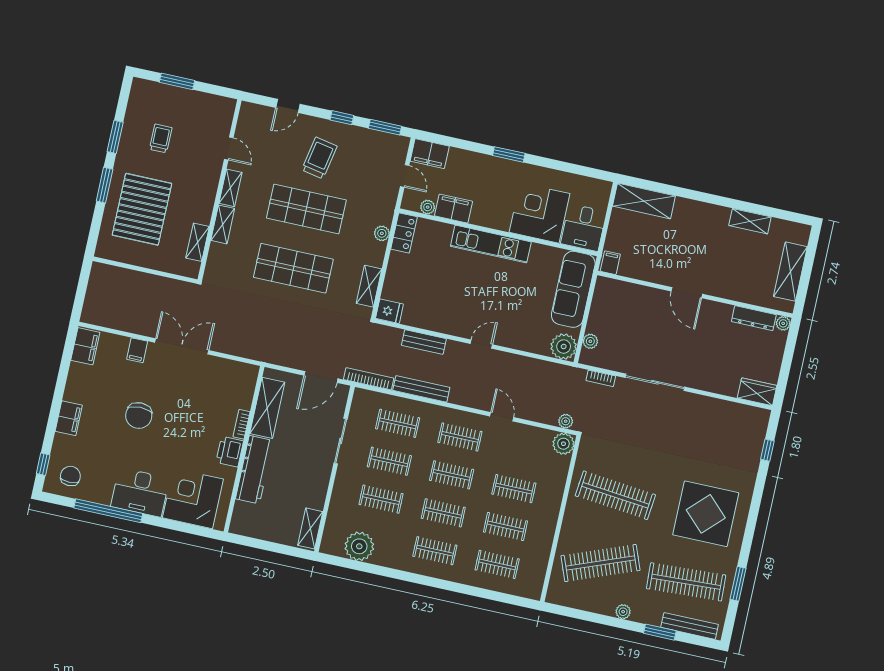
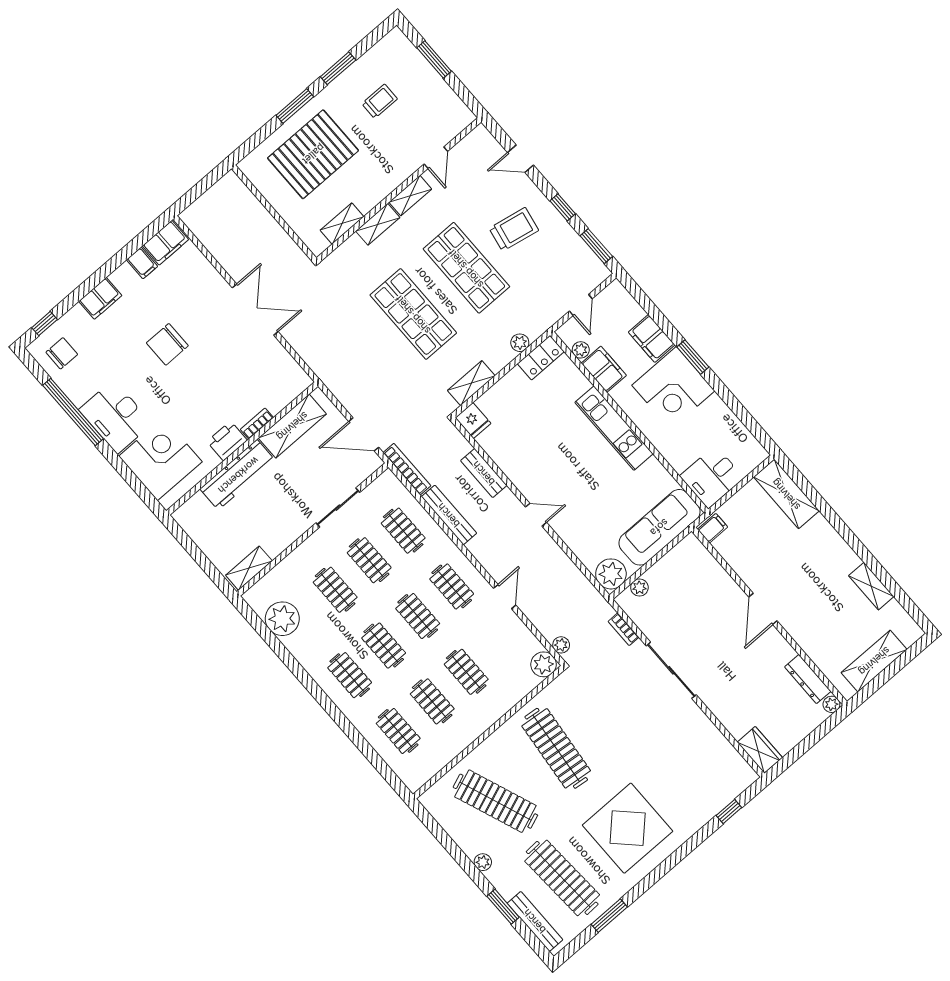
filing cabinet: (430, 154) -> (652, 338), moved
corner desk: (540, 213) -> (673, 388), moved, turned 180
filing cabinet: (137, 350) -> (142, 263), moved, turned -90

